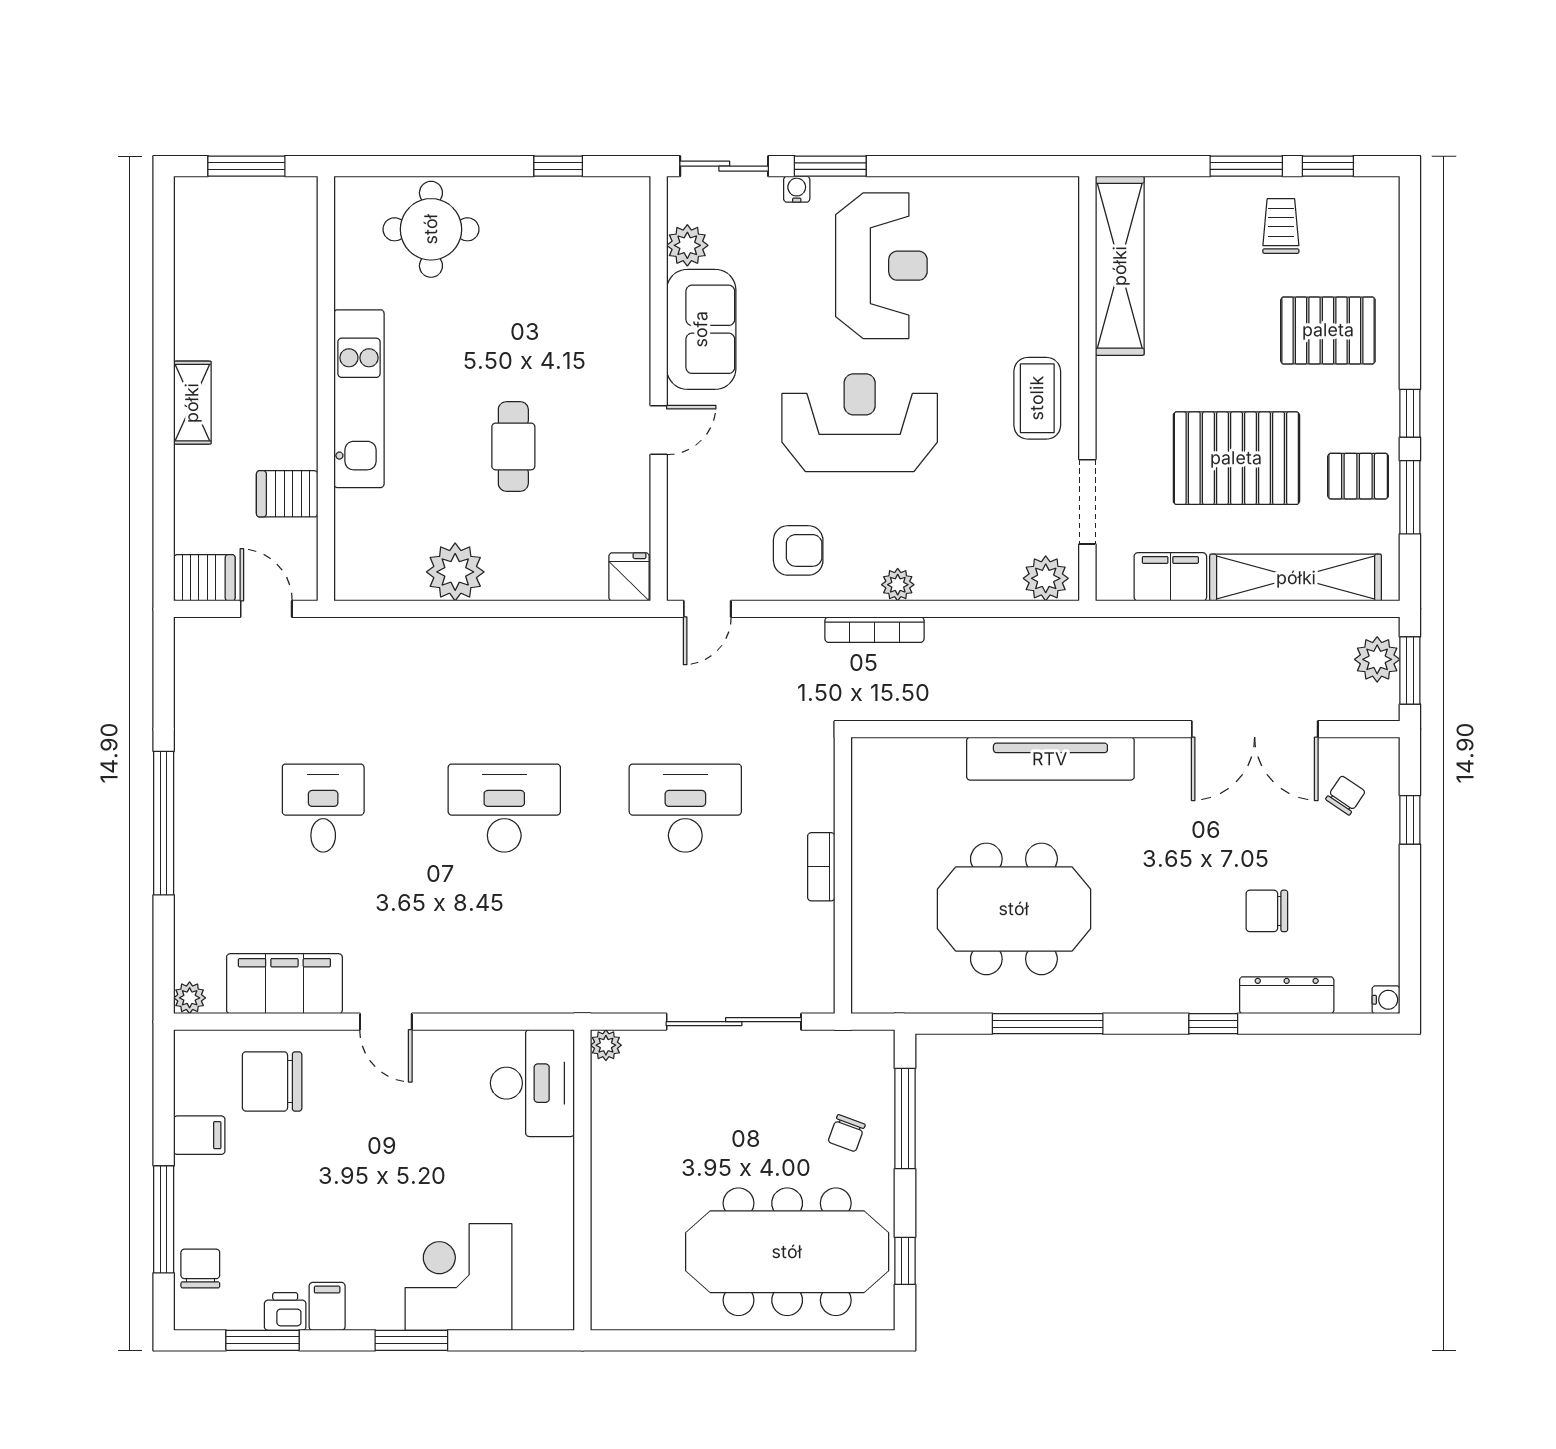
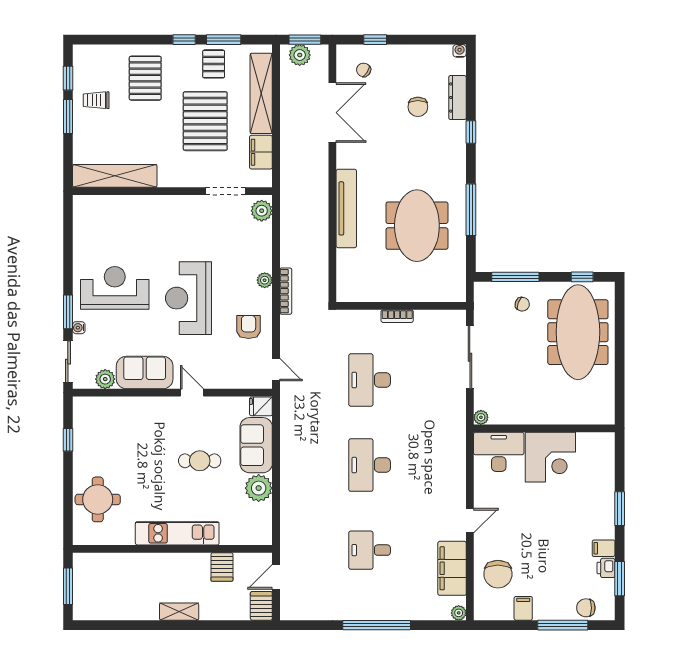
coffee table: (1037, 398) -> (177, 215), removed
sofa: (547, 567) -> (256, 445), added
corner desk: (458, 1277) -> (550, 457), moved, turned -90

